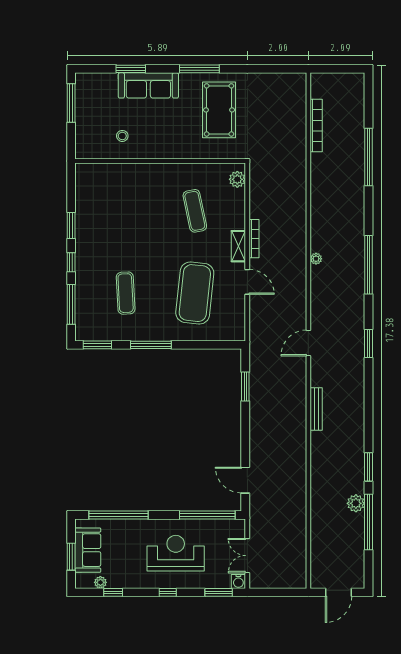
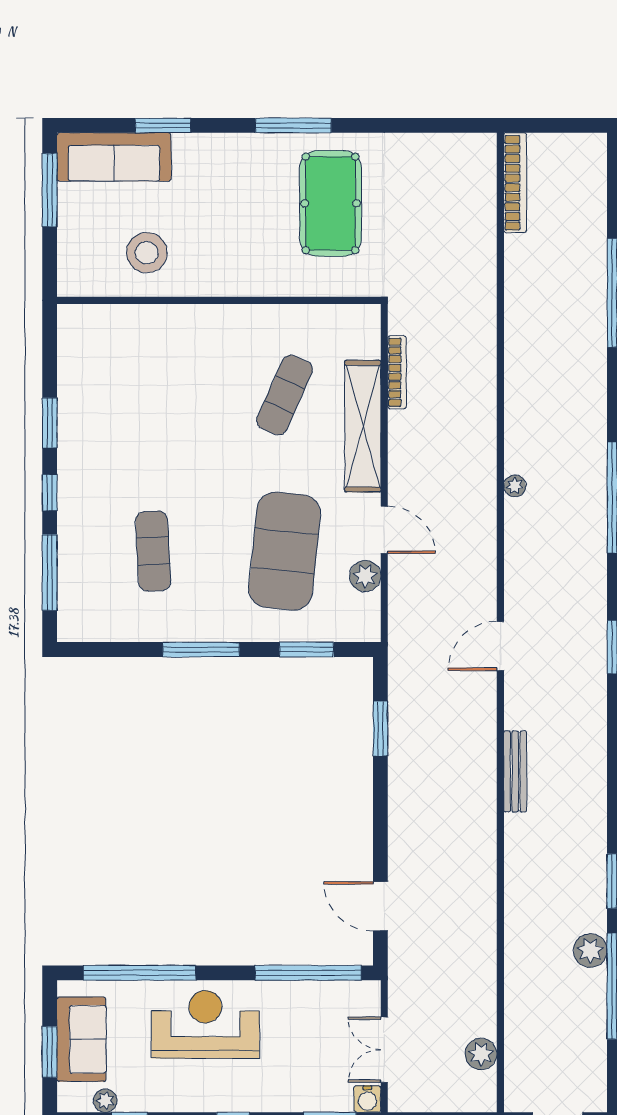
sofa: (148, 85) -> (114, 157), moved
bookcase: (316, 126) -> (515, 183), moved
stool: (122, 136) -> (147, 253), width x1.89, depth x1.89
plant: (237, 179) -> (365, 576), moved
exercise mat: (195, 211) -> (285, 395), turned 36
bookcase: (254, 239) -> (397, 372), moved
shelving: (238, 246) -> (363, 426), width x2.20, depth x1.33
window: (97, 345) -> (307, 650), moved
reception desk: (176, 553) -> (205, 1024), moved
plant: (298, 558) -> (481, 1054), added

